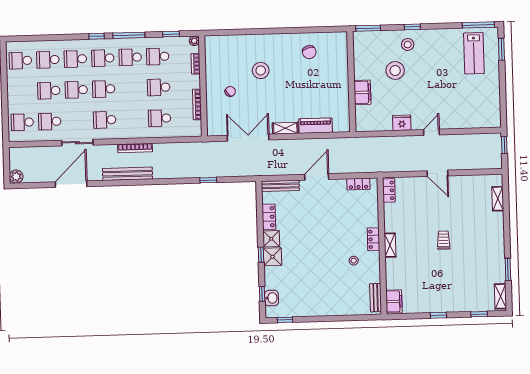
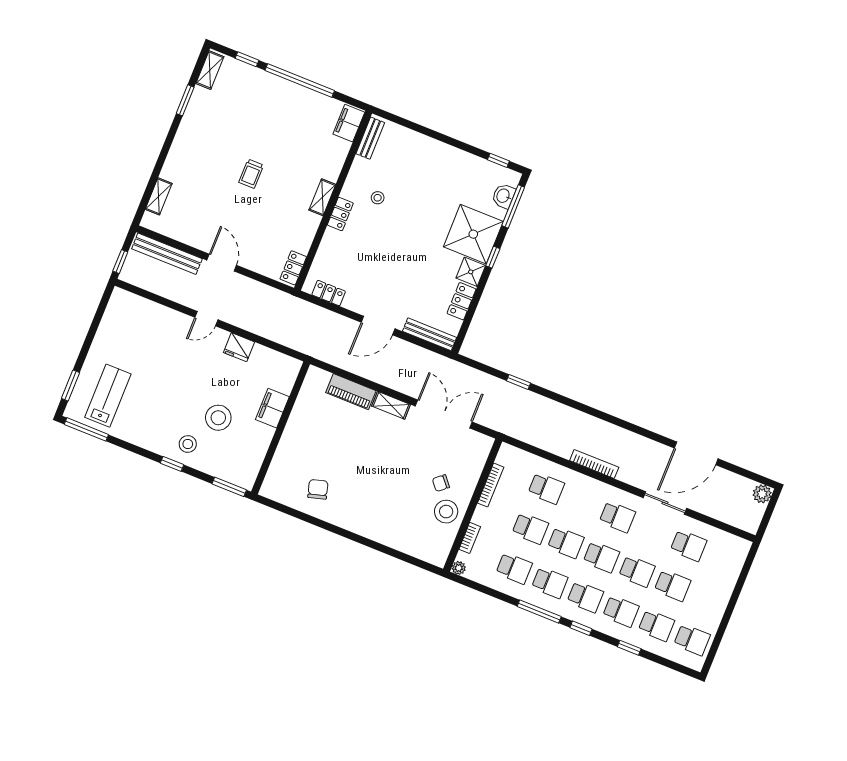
window: (171, 34) -> (629, 648), moved
stool: (261, 70) -> (446, 512), moved
school desk: (22, 122) -> (566, 543), moved
double door: (248, 138) -> (444, 414), swing flipped
bench: (128, 174) -> (167, 254), moved
shower: (272, 257) -> (473, 234), width x1.86, depth x1.86
window: (262, 294) -> (513, 206), width x2.17
window: (438, 315) -> (300, 81), width x3.17

